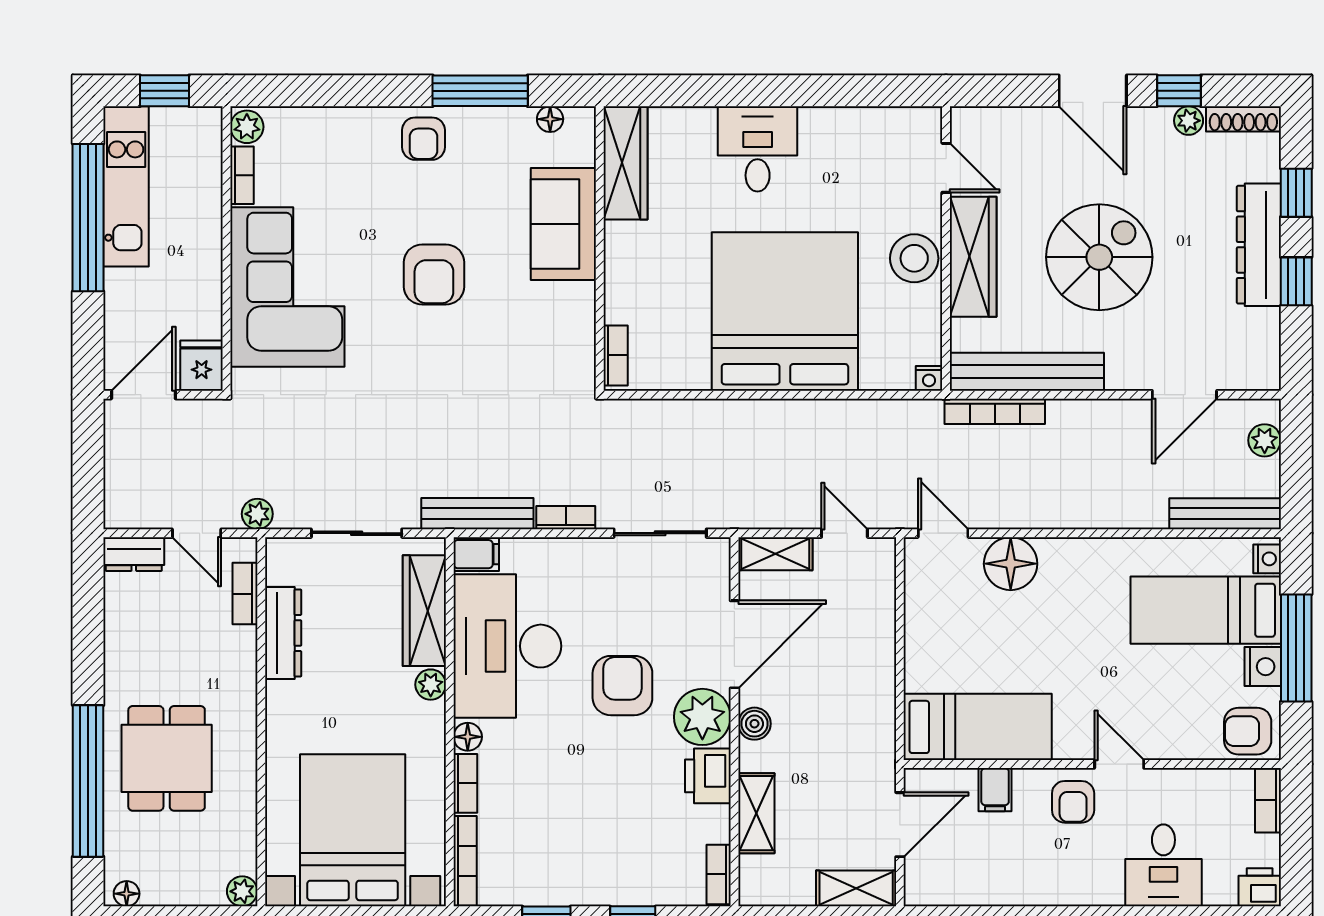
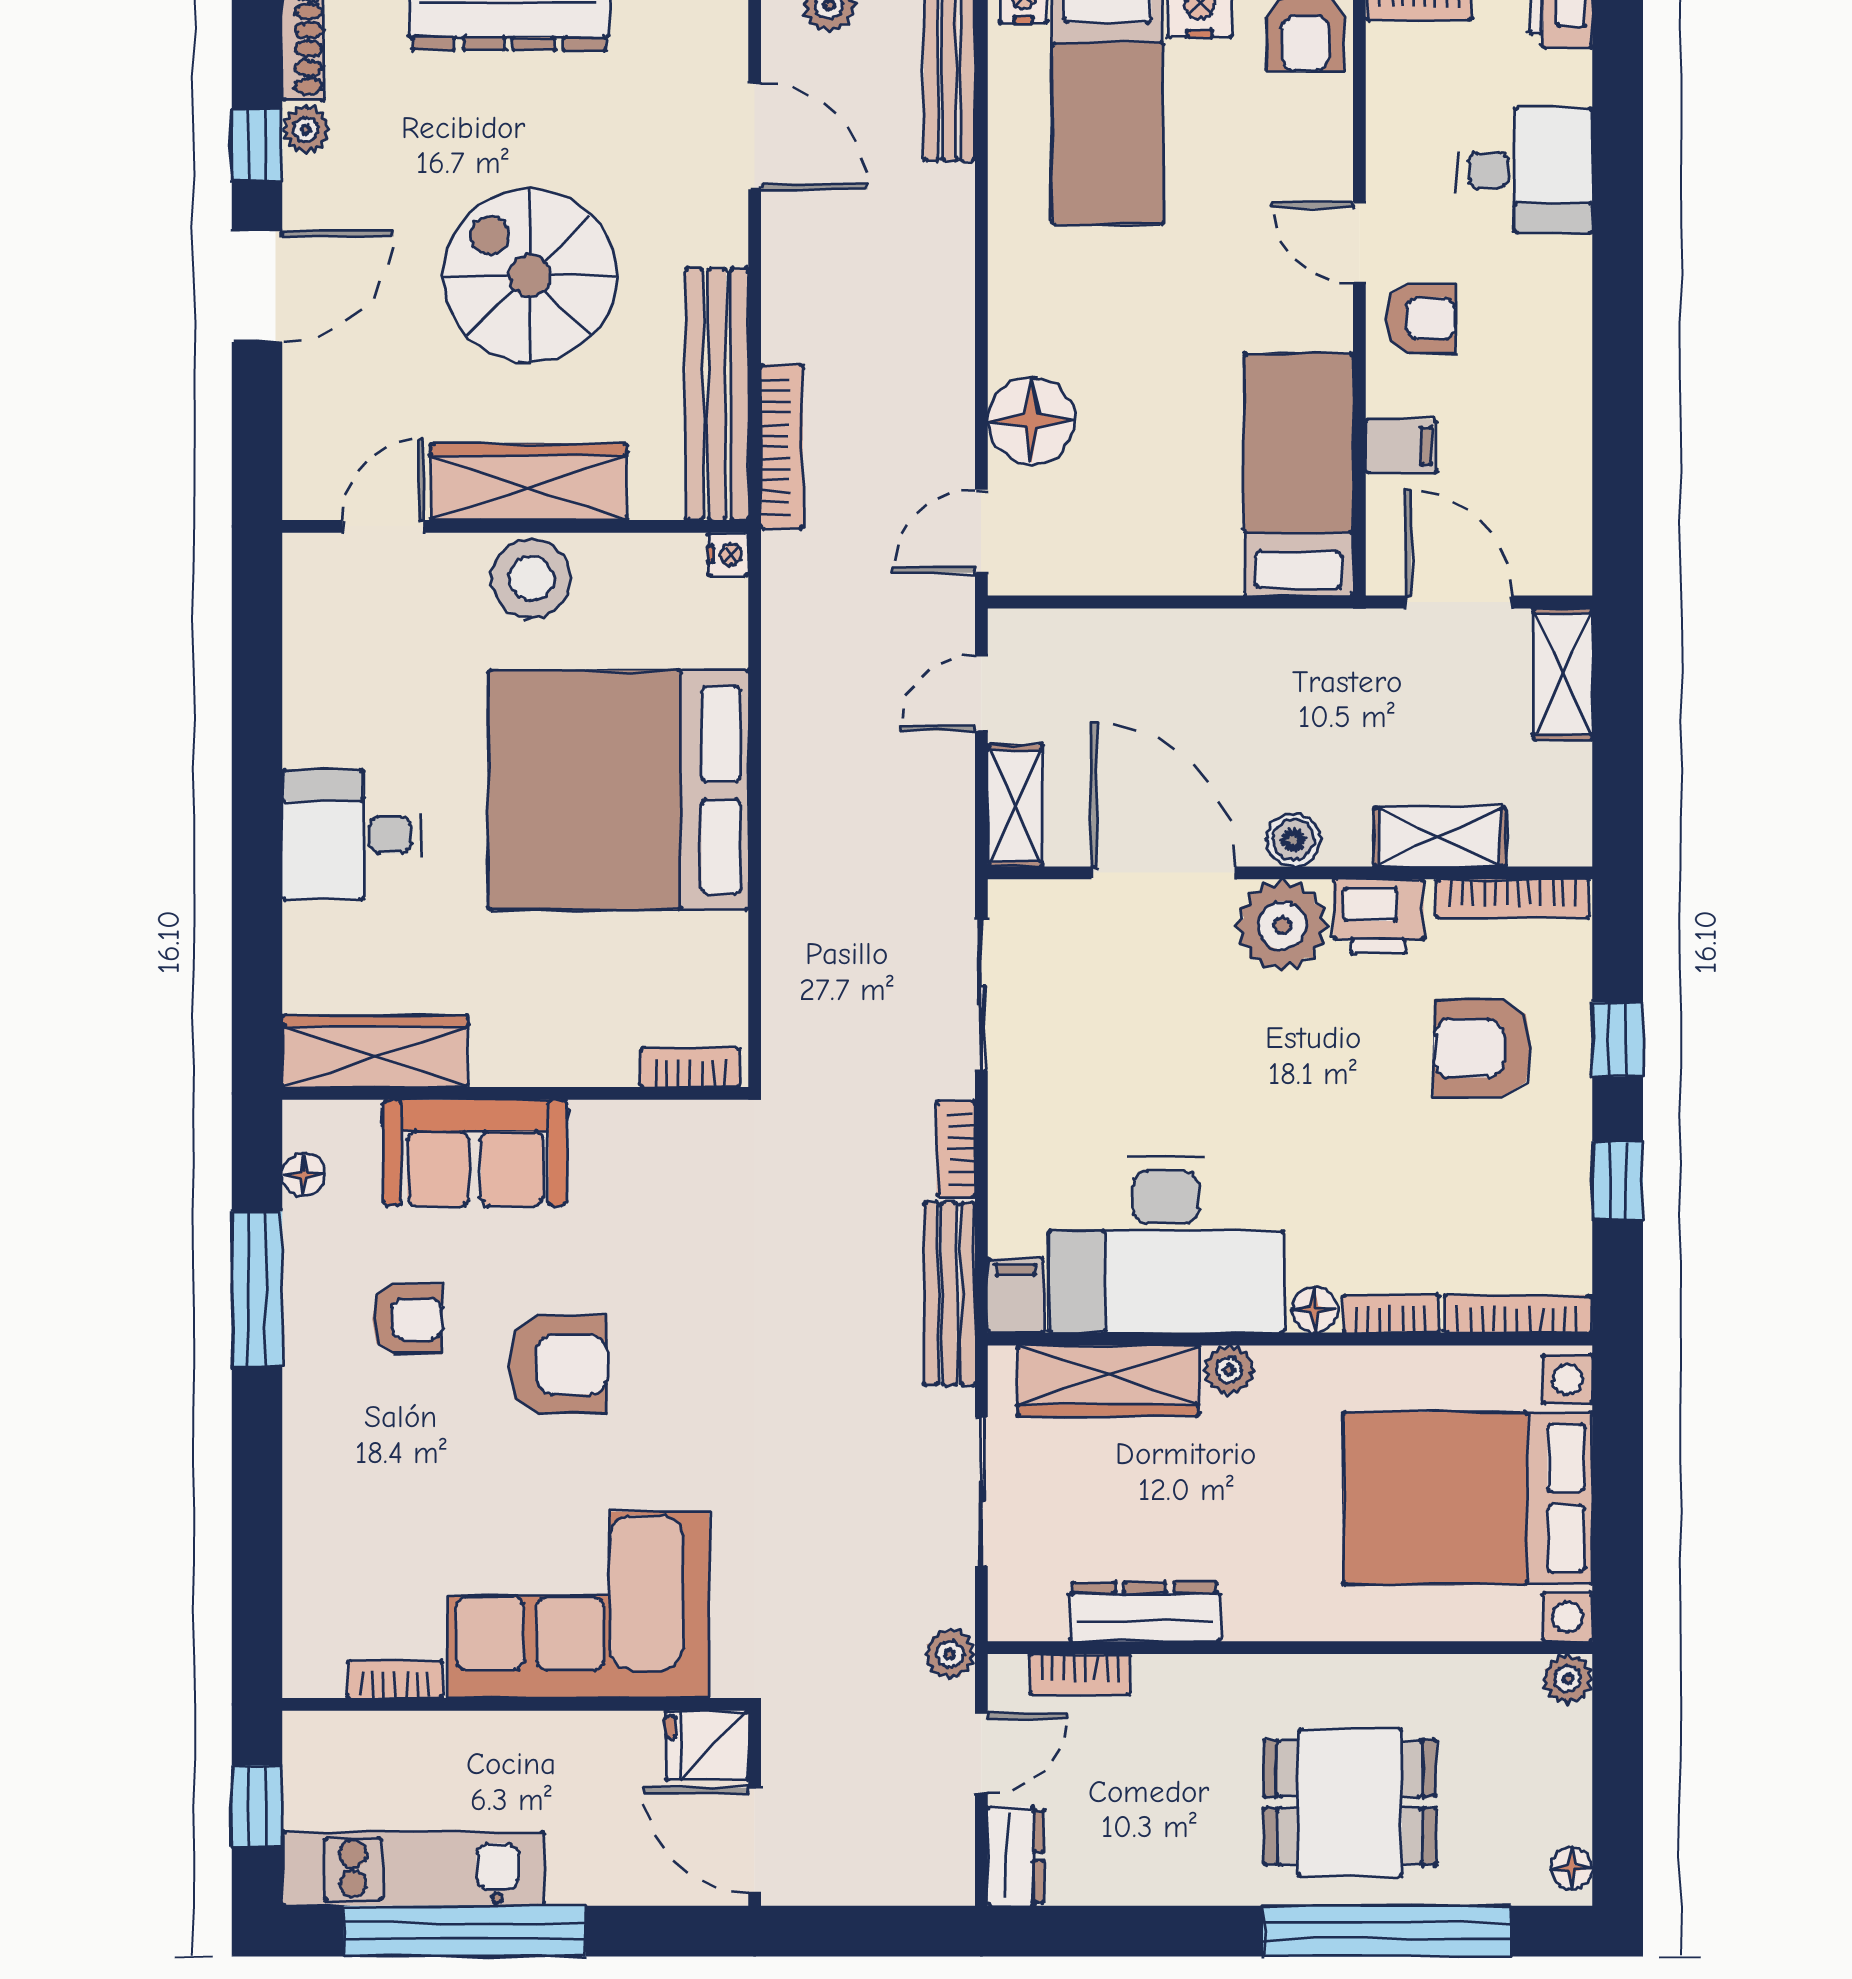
plant: (247, 127) -> (316, 1671), removed
armchair: (423, 139) -> (407, 1319), moved
armchair: (622, 686) -> (1483, 1048), moved
door: (1119, 764) -> (1359, 243), hinge flipped
bookcase: (719, 874) -> (1513, 899), width x1.56

